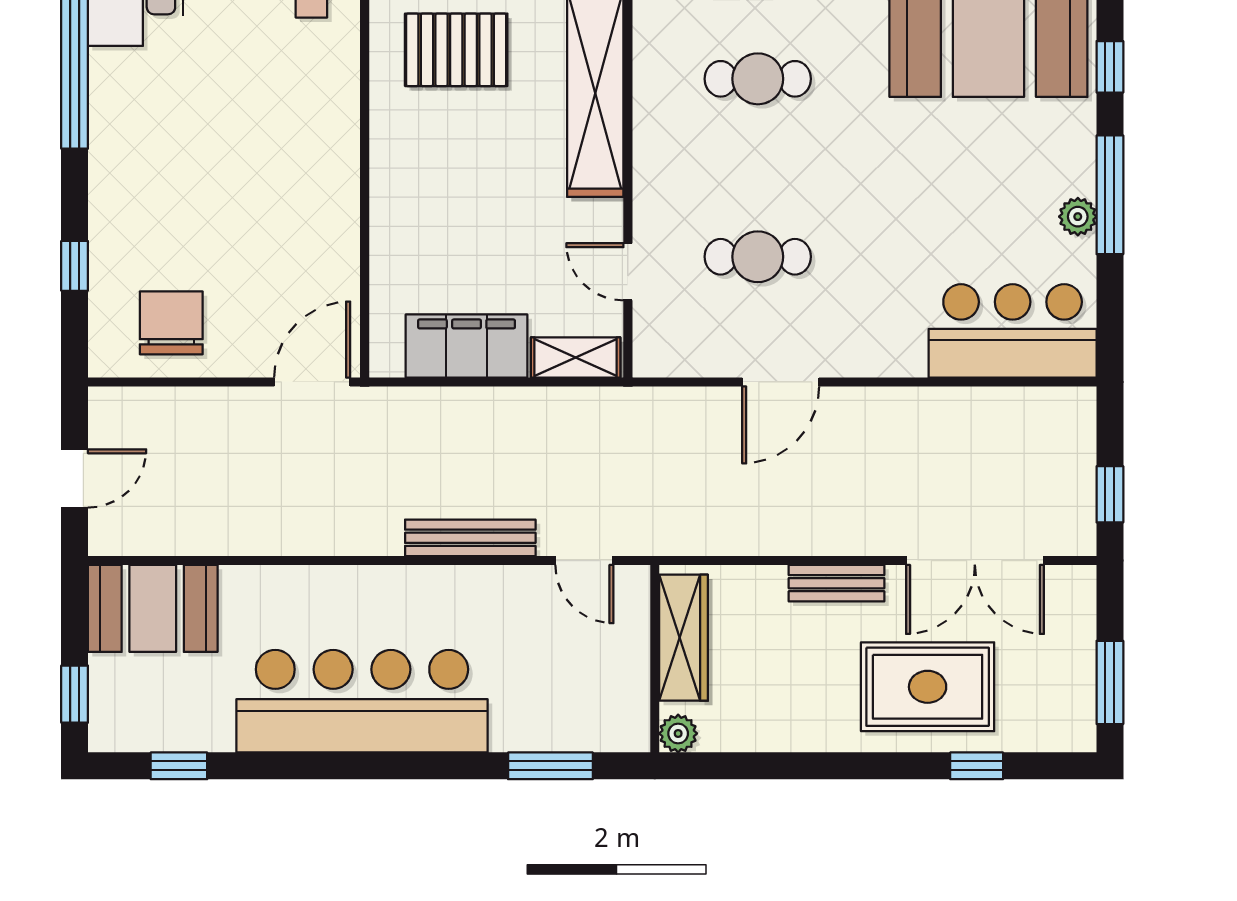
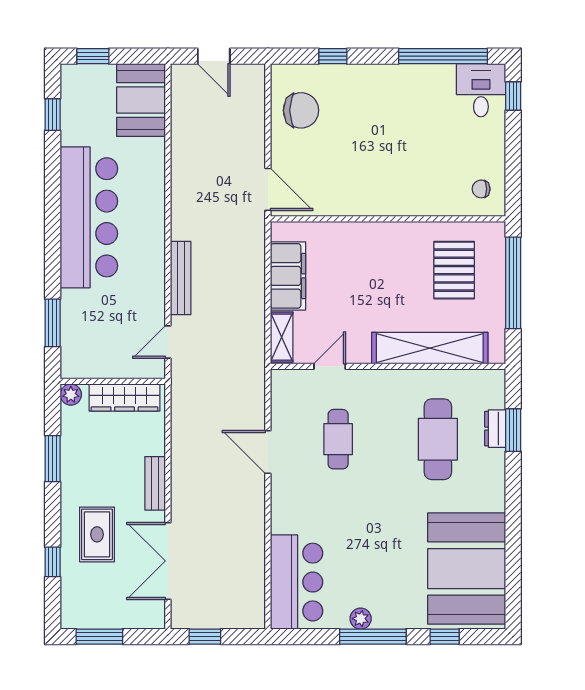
cafe table: (758, 79) -> (438, 439), width x1.37, depth x1.35
rug: (928, 687) -> (97, 534), width x0.73, depth x0.70
window: (792, 766) -> (53, 459), added

